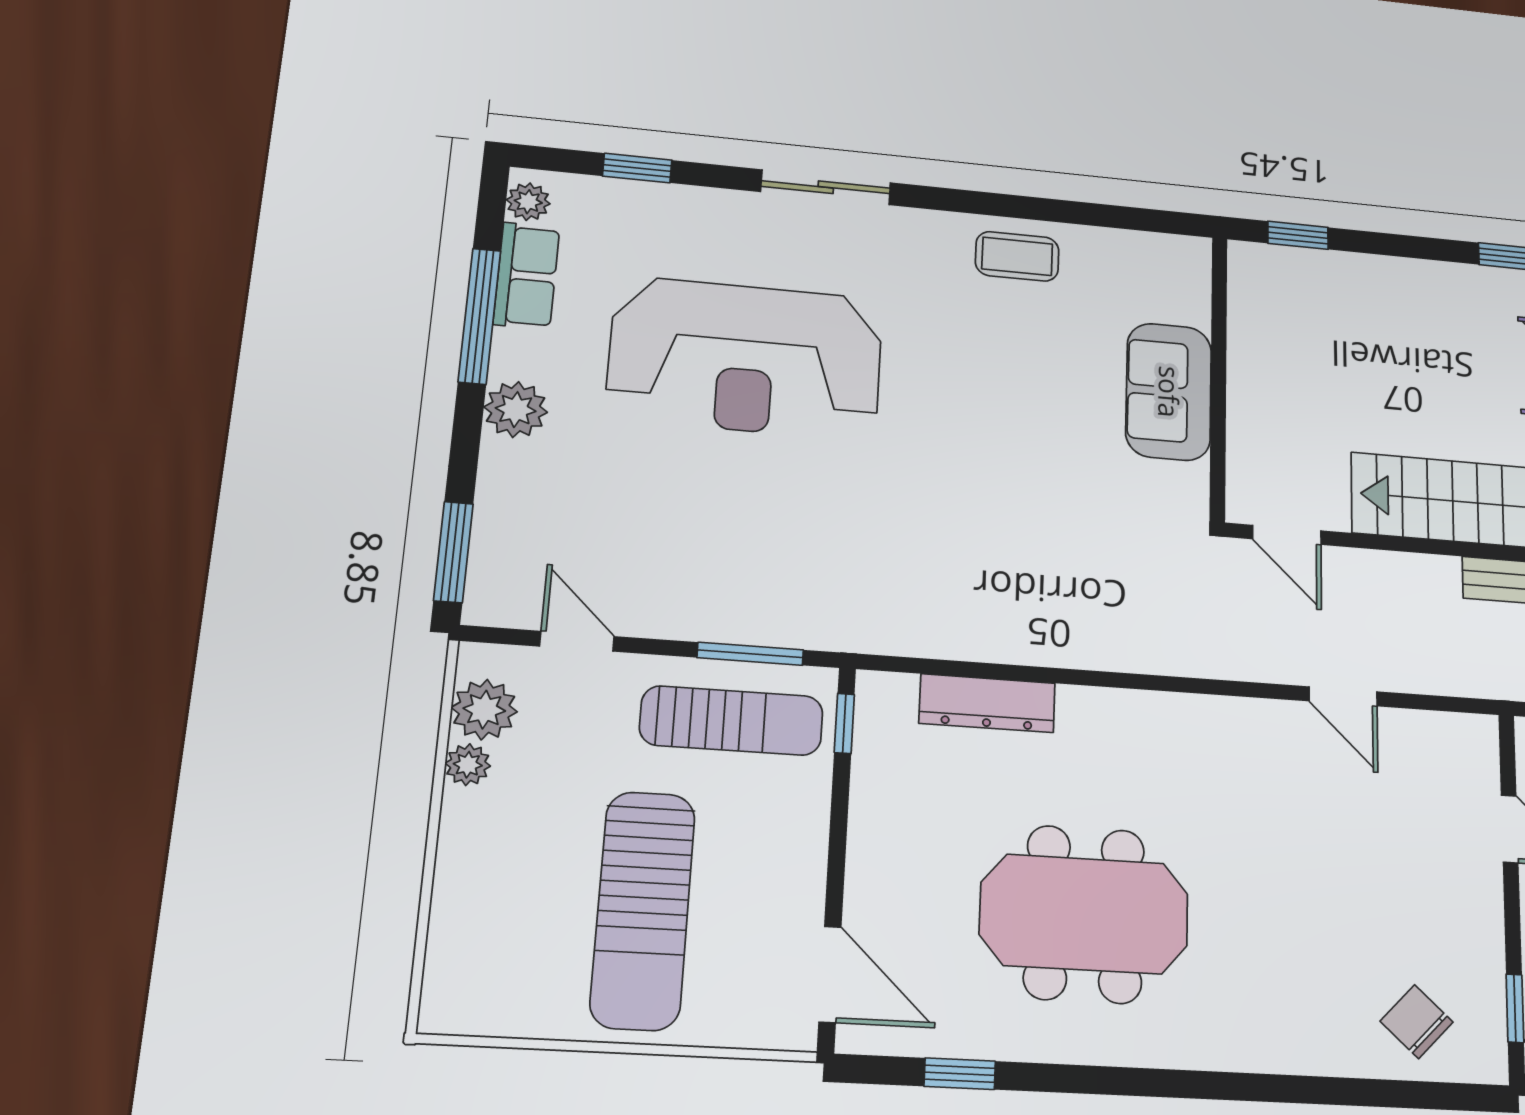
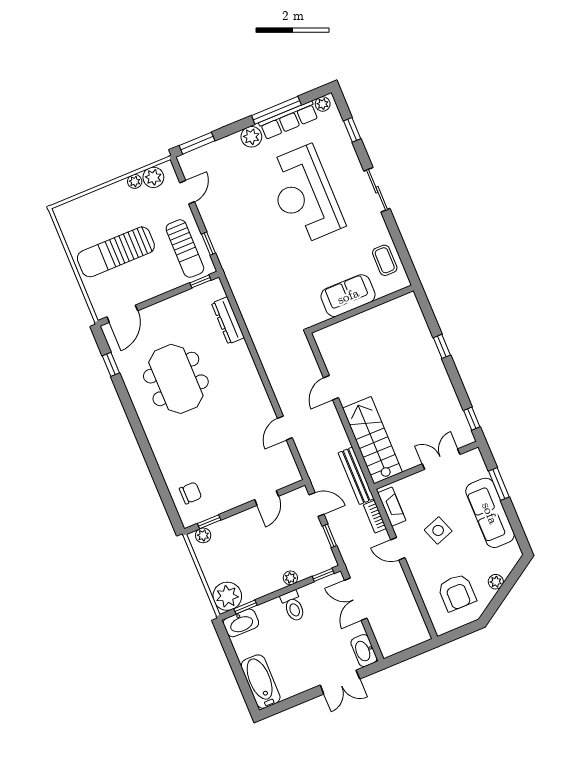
row of seats: (527, 276) -> (289, 120), width x1.48
wall: (1218, 377) -> (361, 309), moved
sofa: (1169, 392) -> (348, 296), moved
window: (750, 654) -> (208, 244), width x0.67
chair: (1417, 1022) -> (191, 493), turned 47

